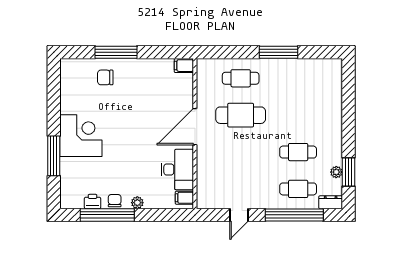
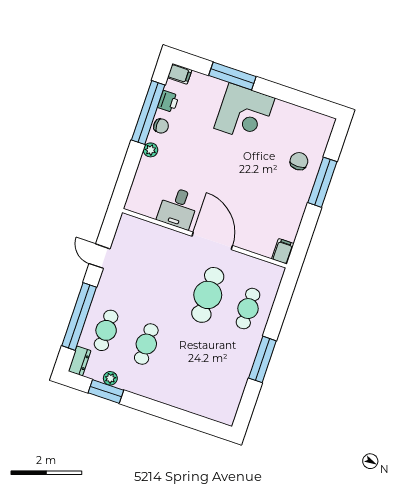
desk: (177, 169) -> (178, 208), width x0.73
filing cabinet: (184, 198) -> (180, 74), moved, turned 90

